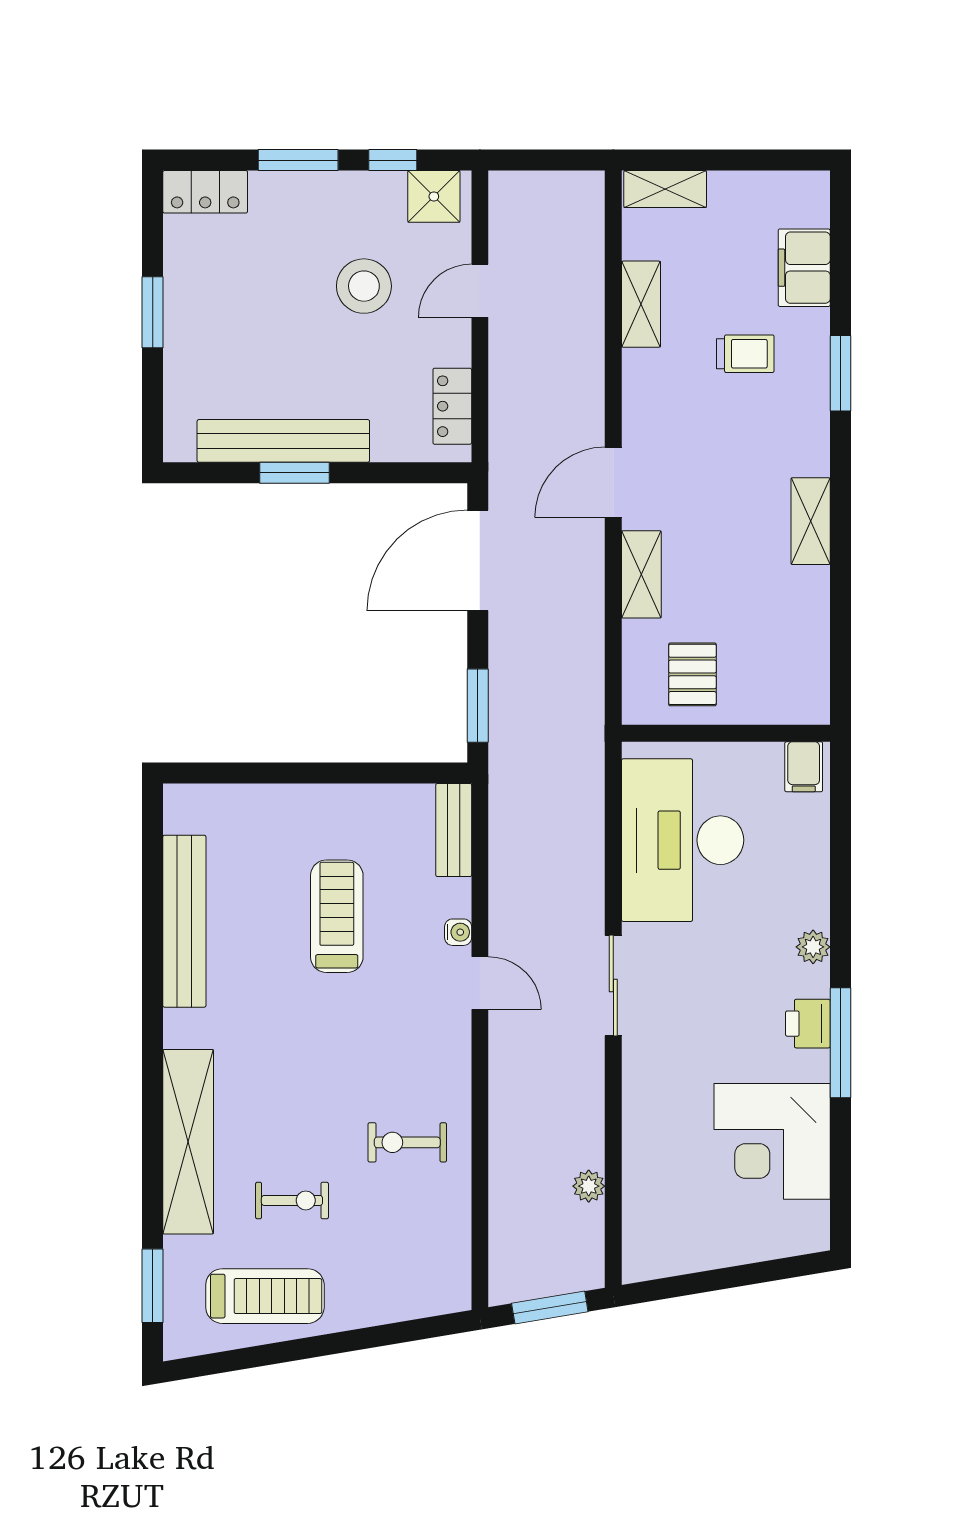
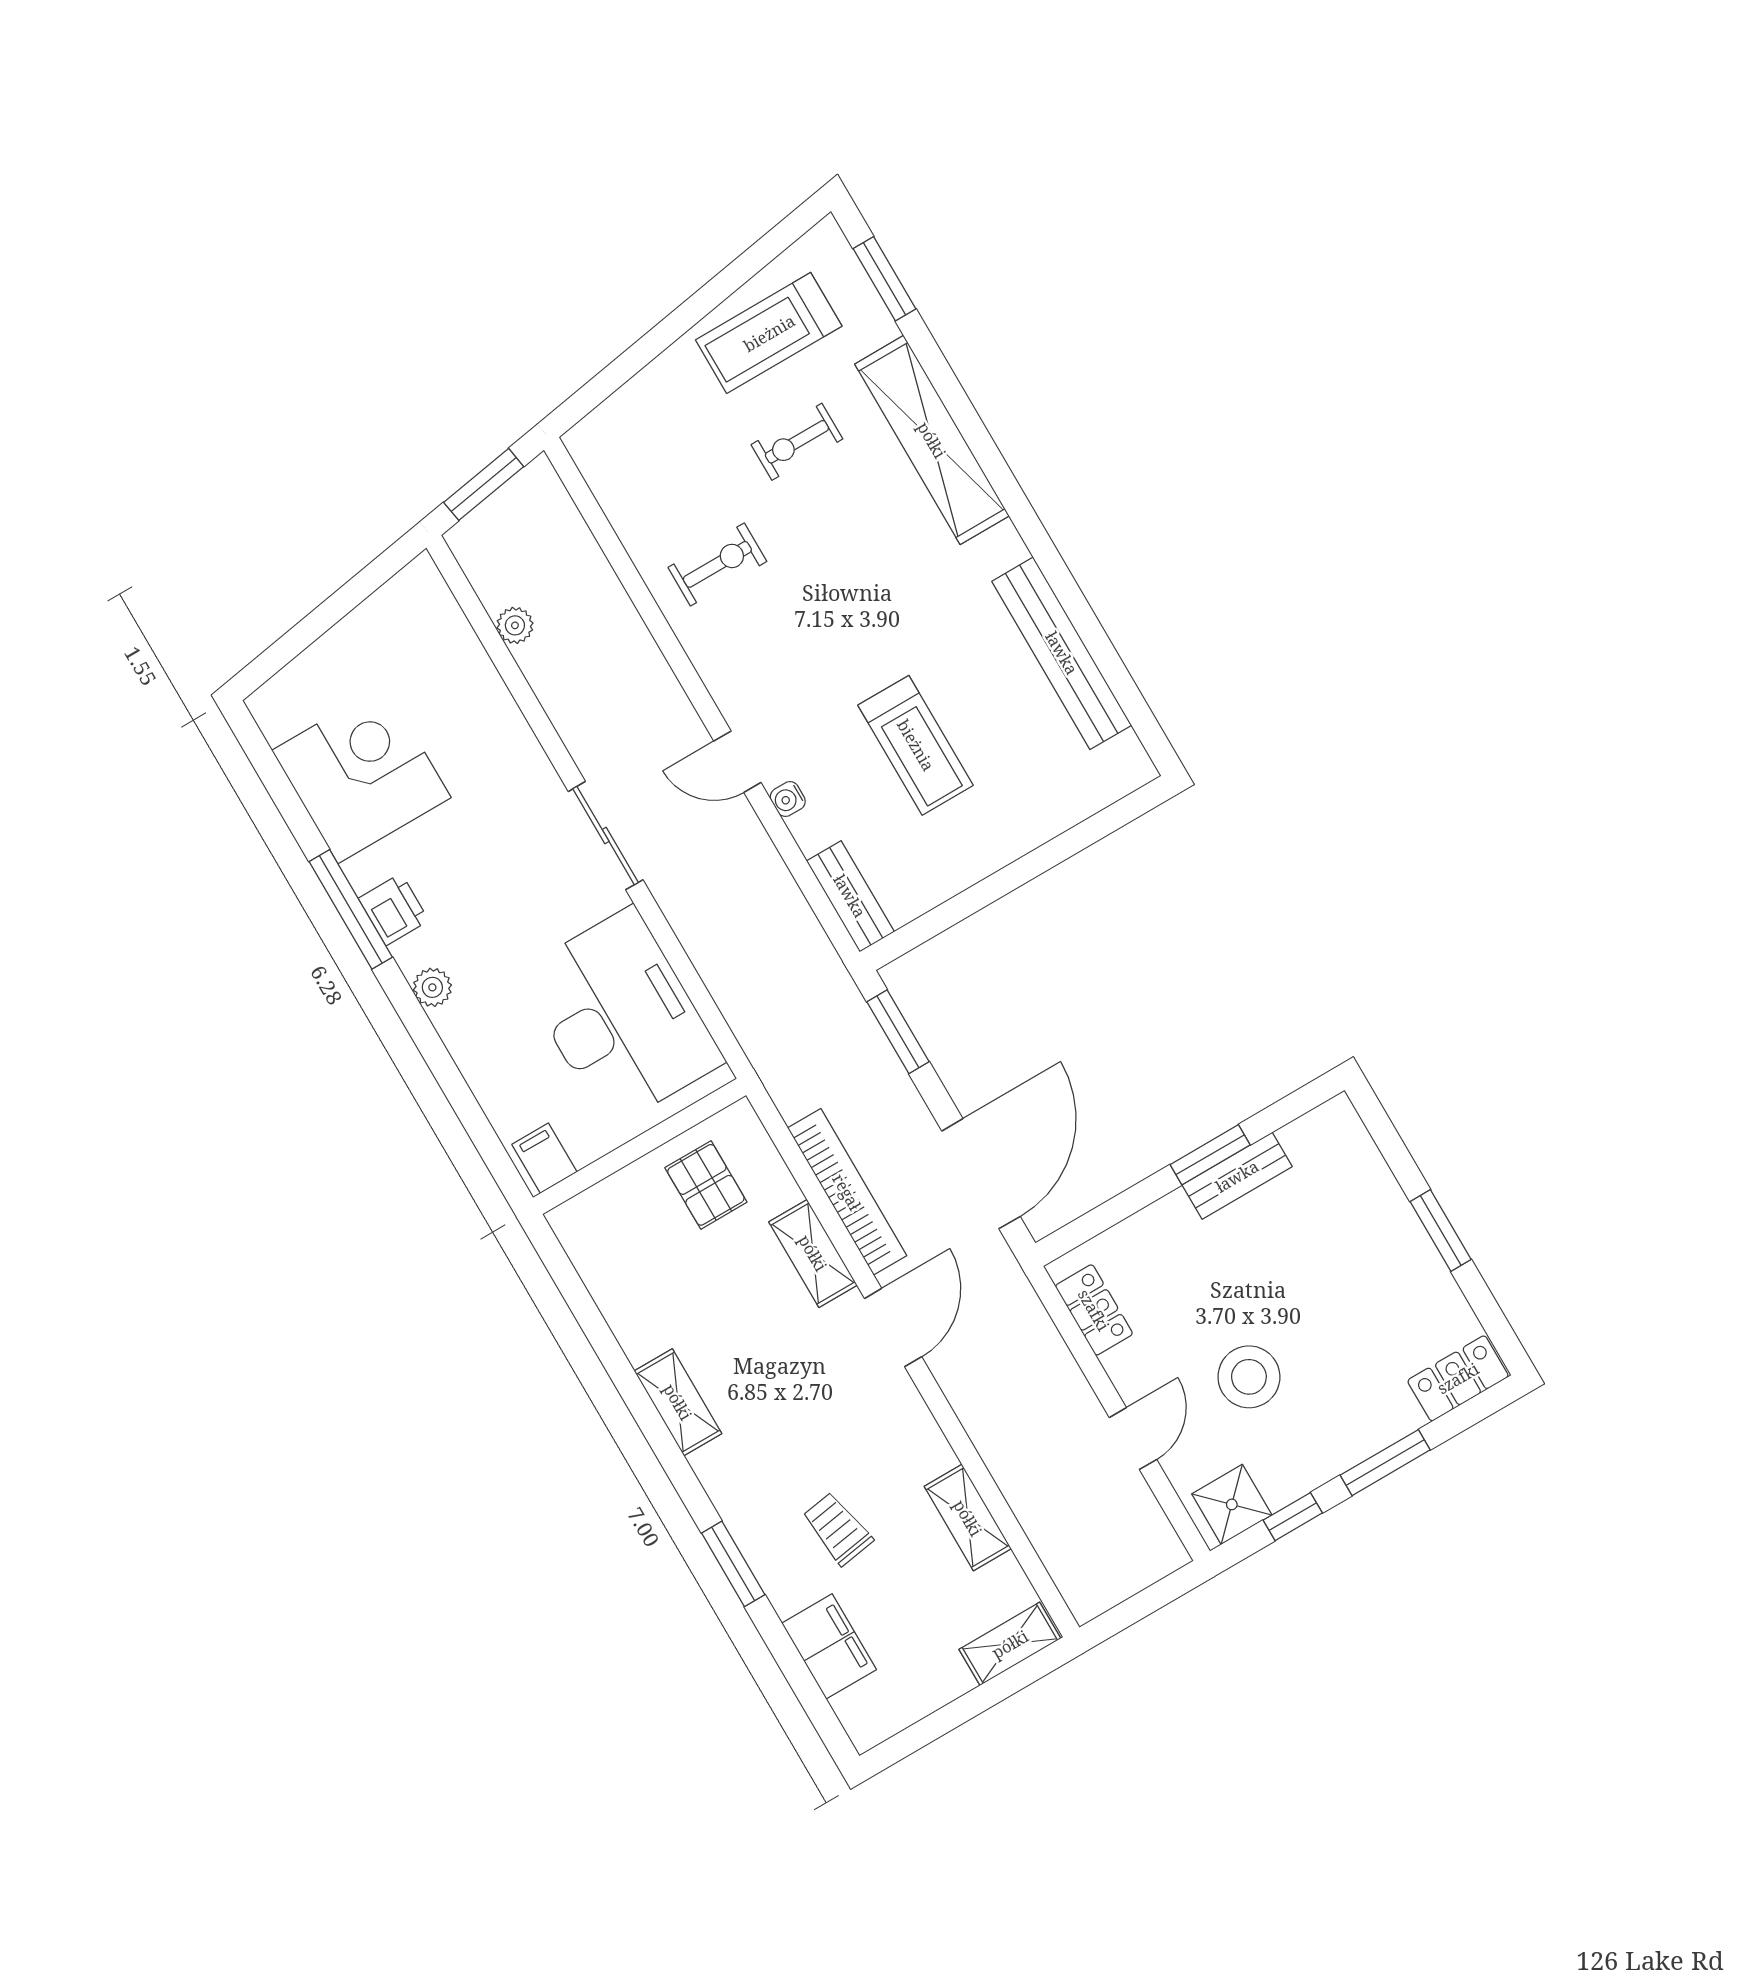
trolley: (745, 354) -> (837, 1529), turned 81
bench: (283, 441) -> (1237, 1176), width x0.54, depth x0.82
bookcase: (588, 606) -> (847, 1192), added

